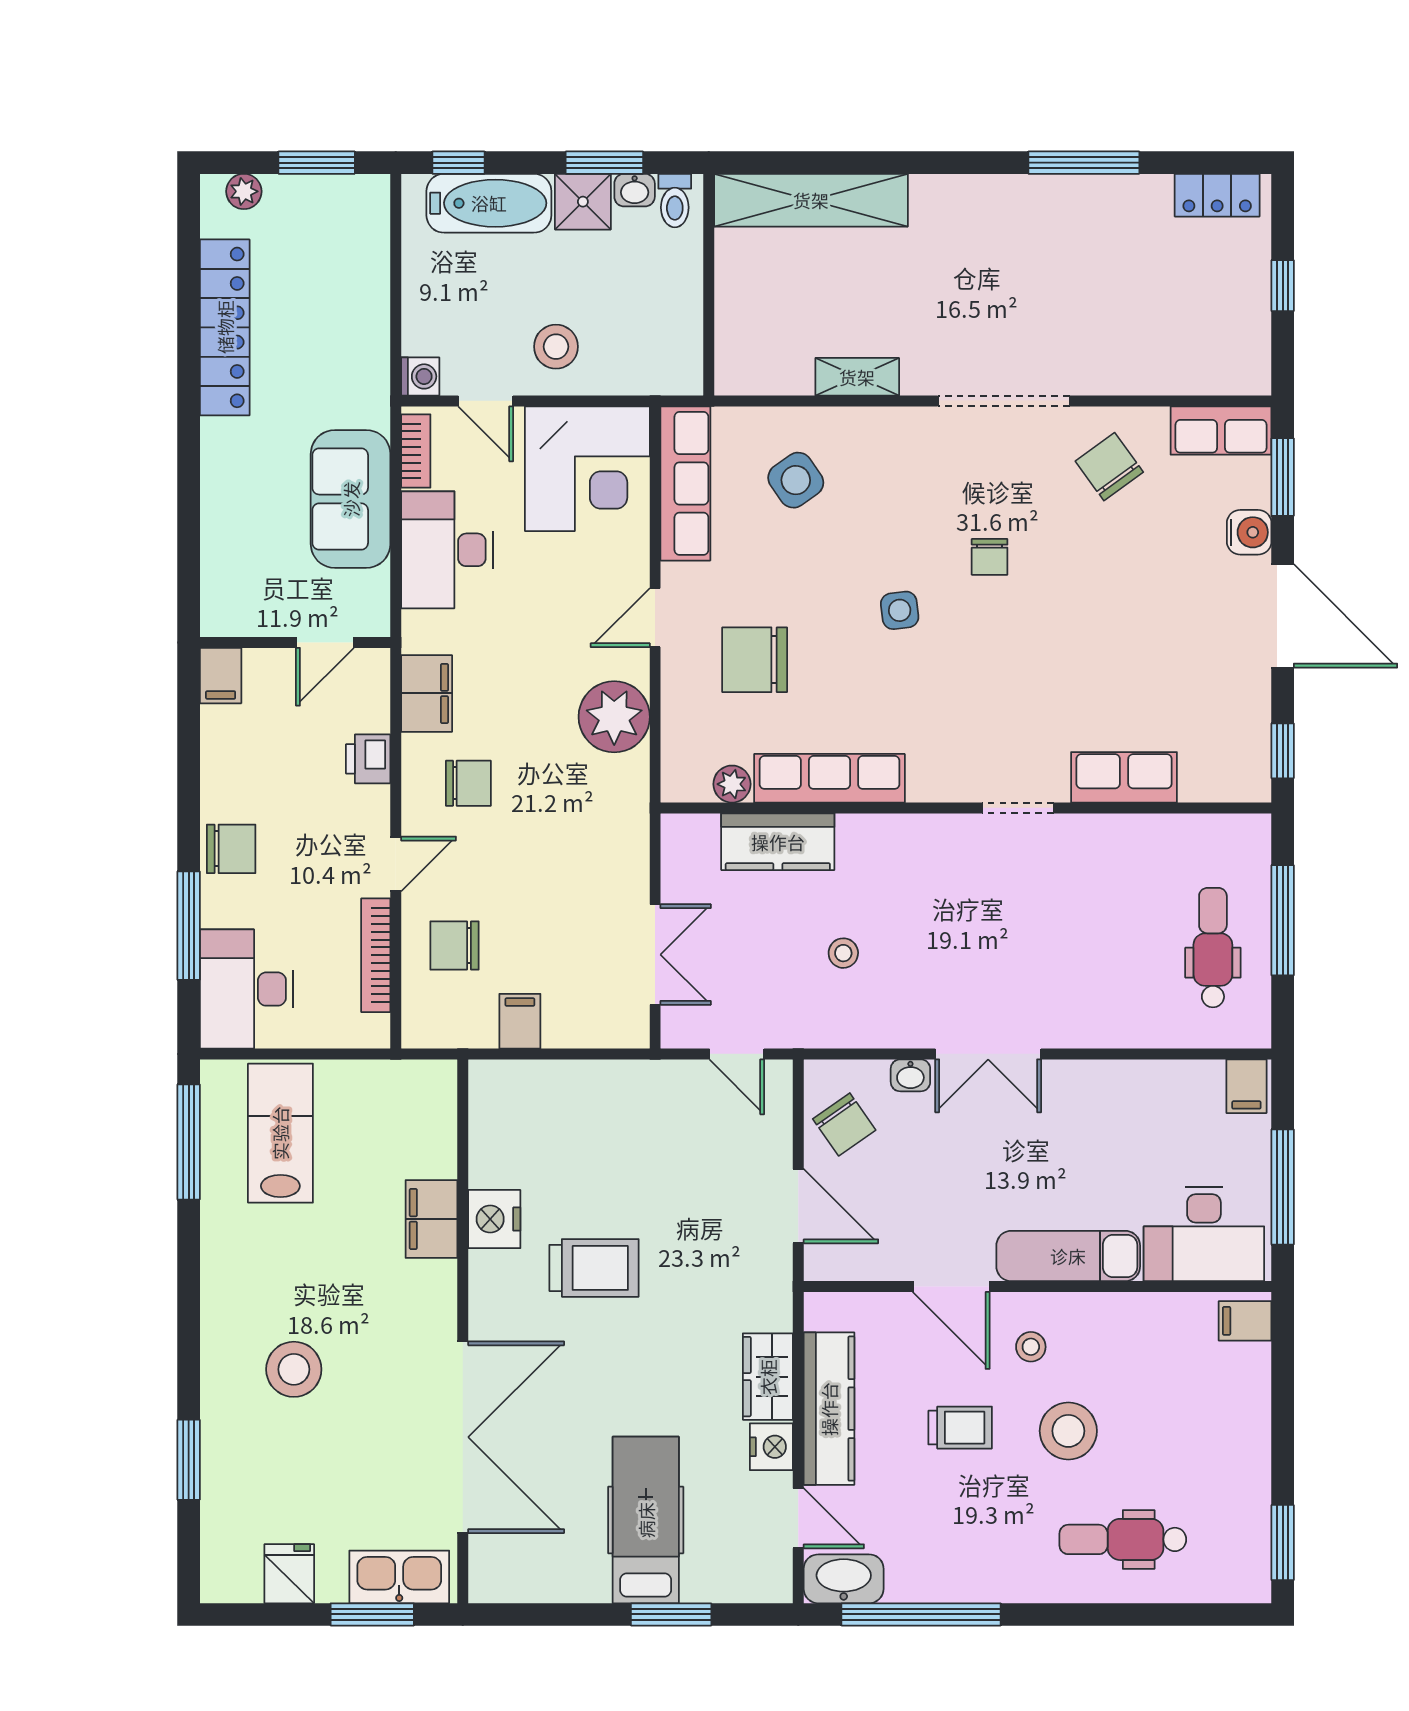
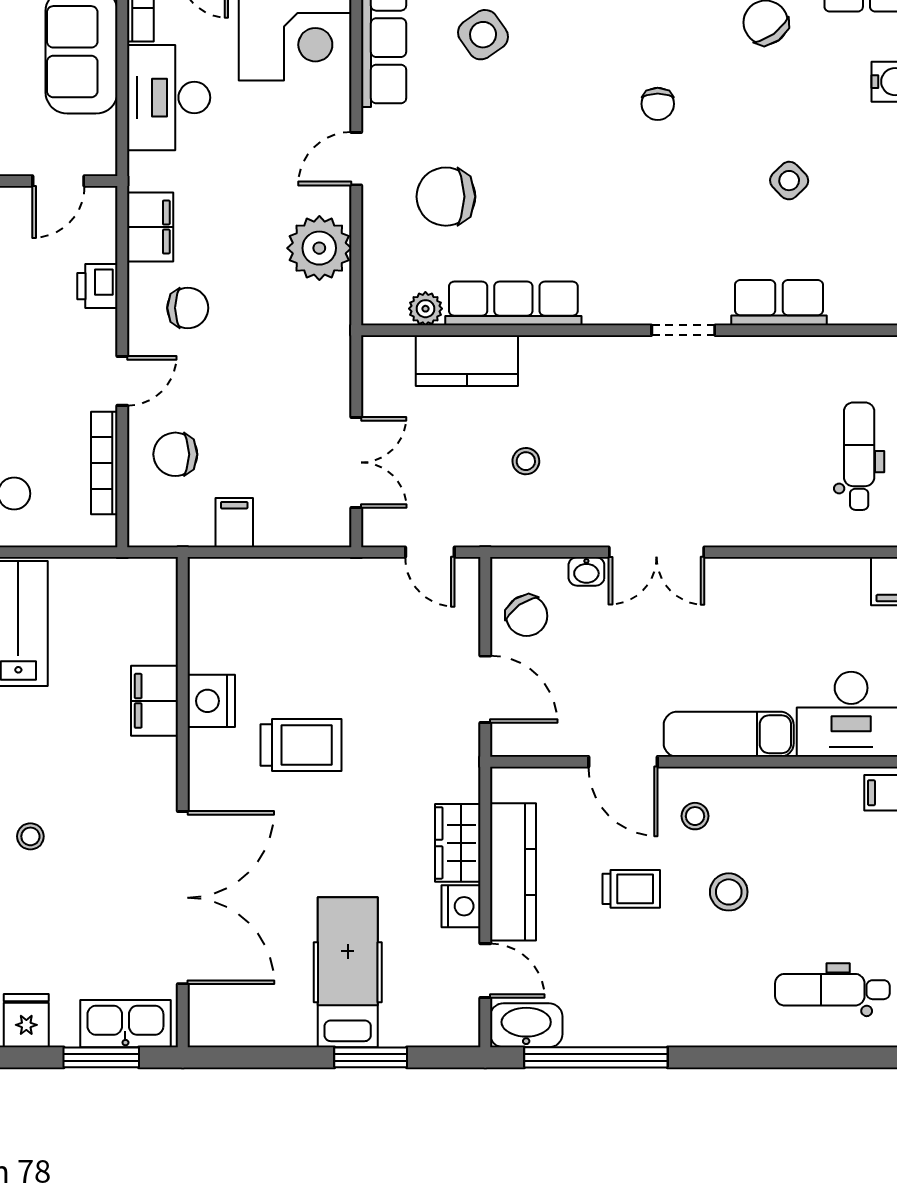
side table: (900, 610) -> (789, 181), moved, turned -37
stool: (294, 1369) -> (30, 836), width x0.53, depth x0.53
stool: (1068, 1431) -> (729, 892), width x0.73, depth x0.73
dental chair: (1123, 1539) -> (832, 990), moved

